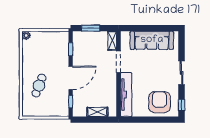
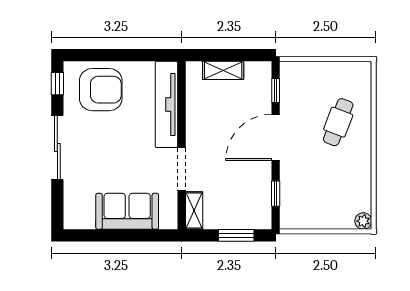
sofa: (152, 40) -> (127, 211), width x0.73
sliding door: (182, 73) -> (57, 147), width x1.37
armchair: (160, 102) -> (101, 90), turned -90

